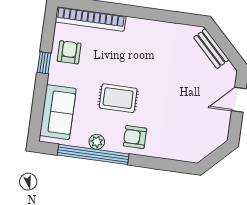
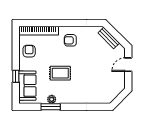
window: (44, 63) -> (16, 76), moved
armchair: (135, 137) -> (70, 40), moved
window: (93, 154) -> (51, 107), width x0.47

